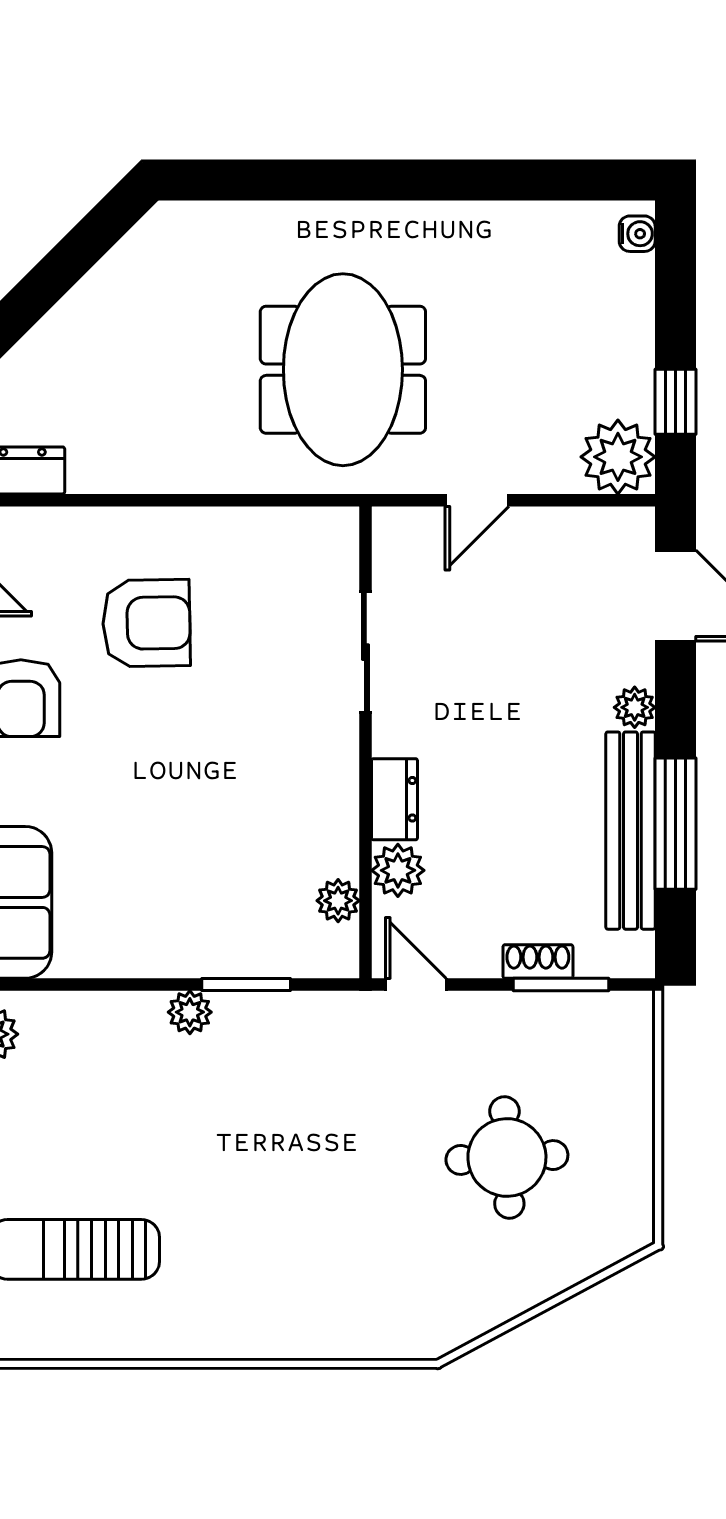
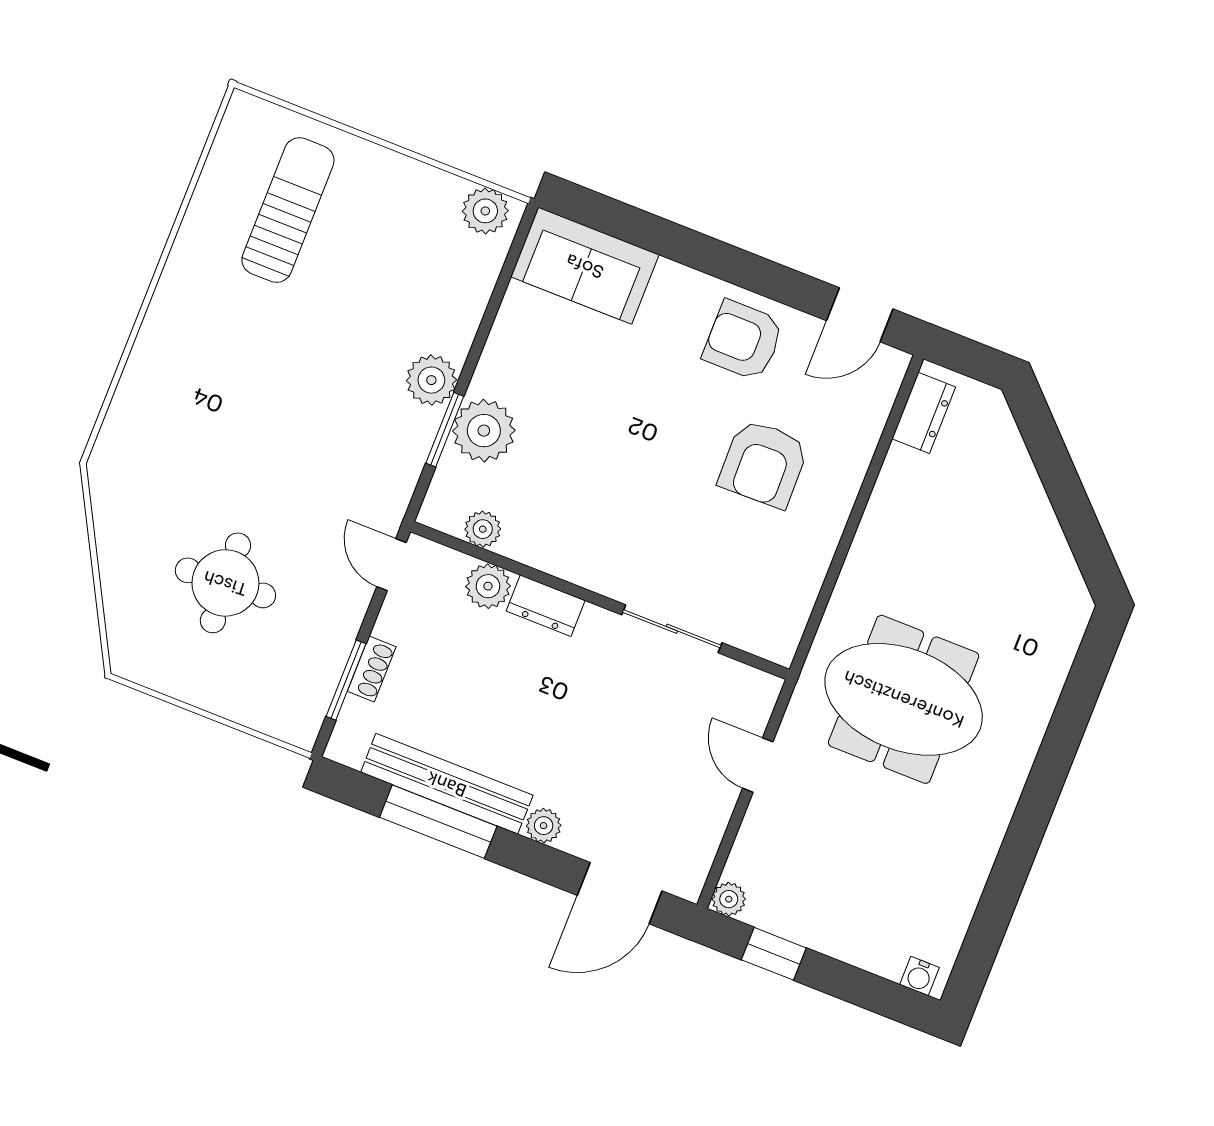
plant: (618, 457) -> (729, 899), width x0.53, depth x0.53
plant: (230, 942) -> (484, 431), added
door: (416, 985) -> (392, 565), swing flipped
plant: (190, 1012) -> (431, 380), width x1.38, depth x1.38

